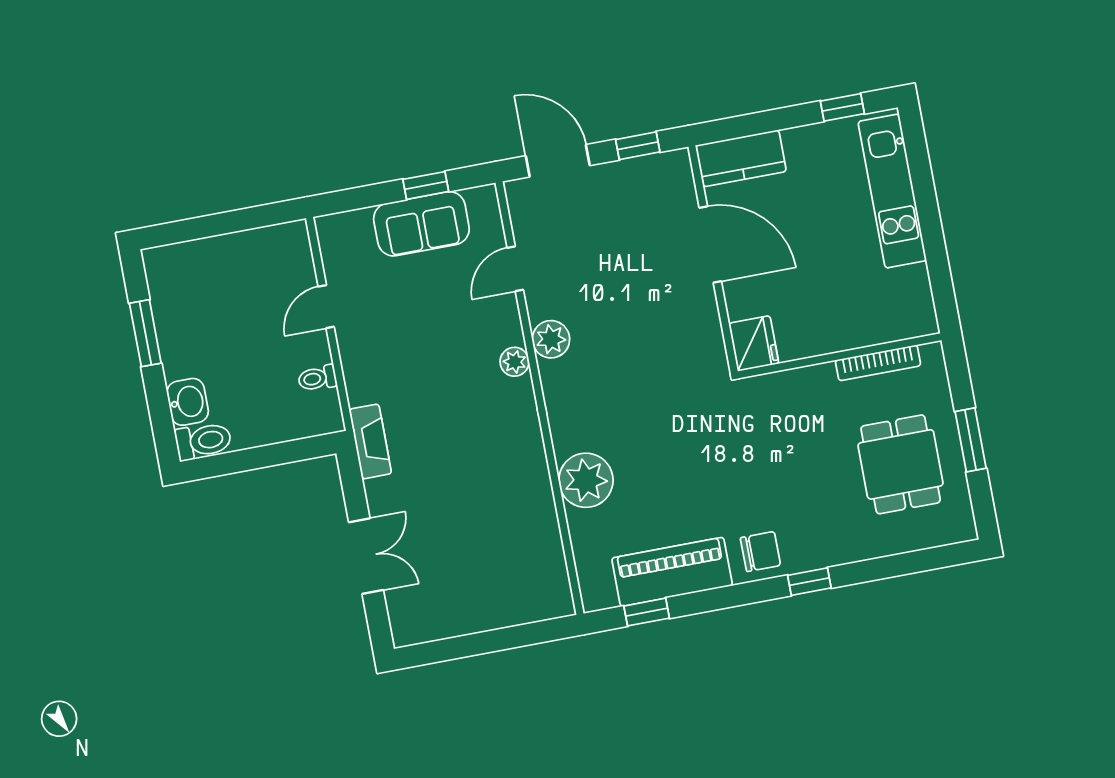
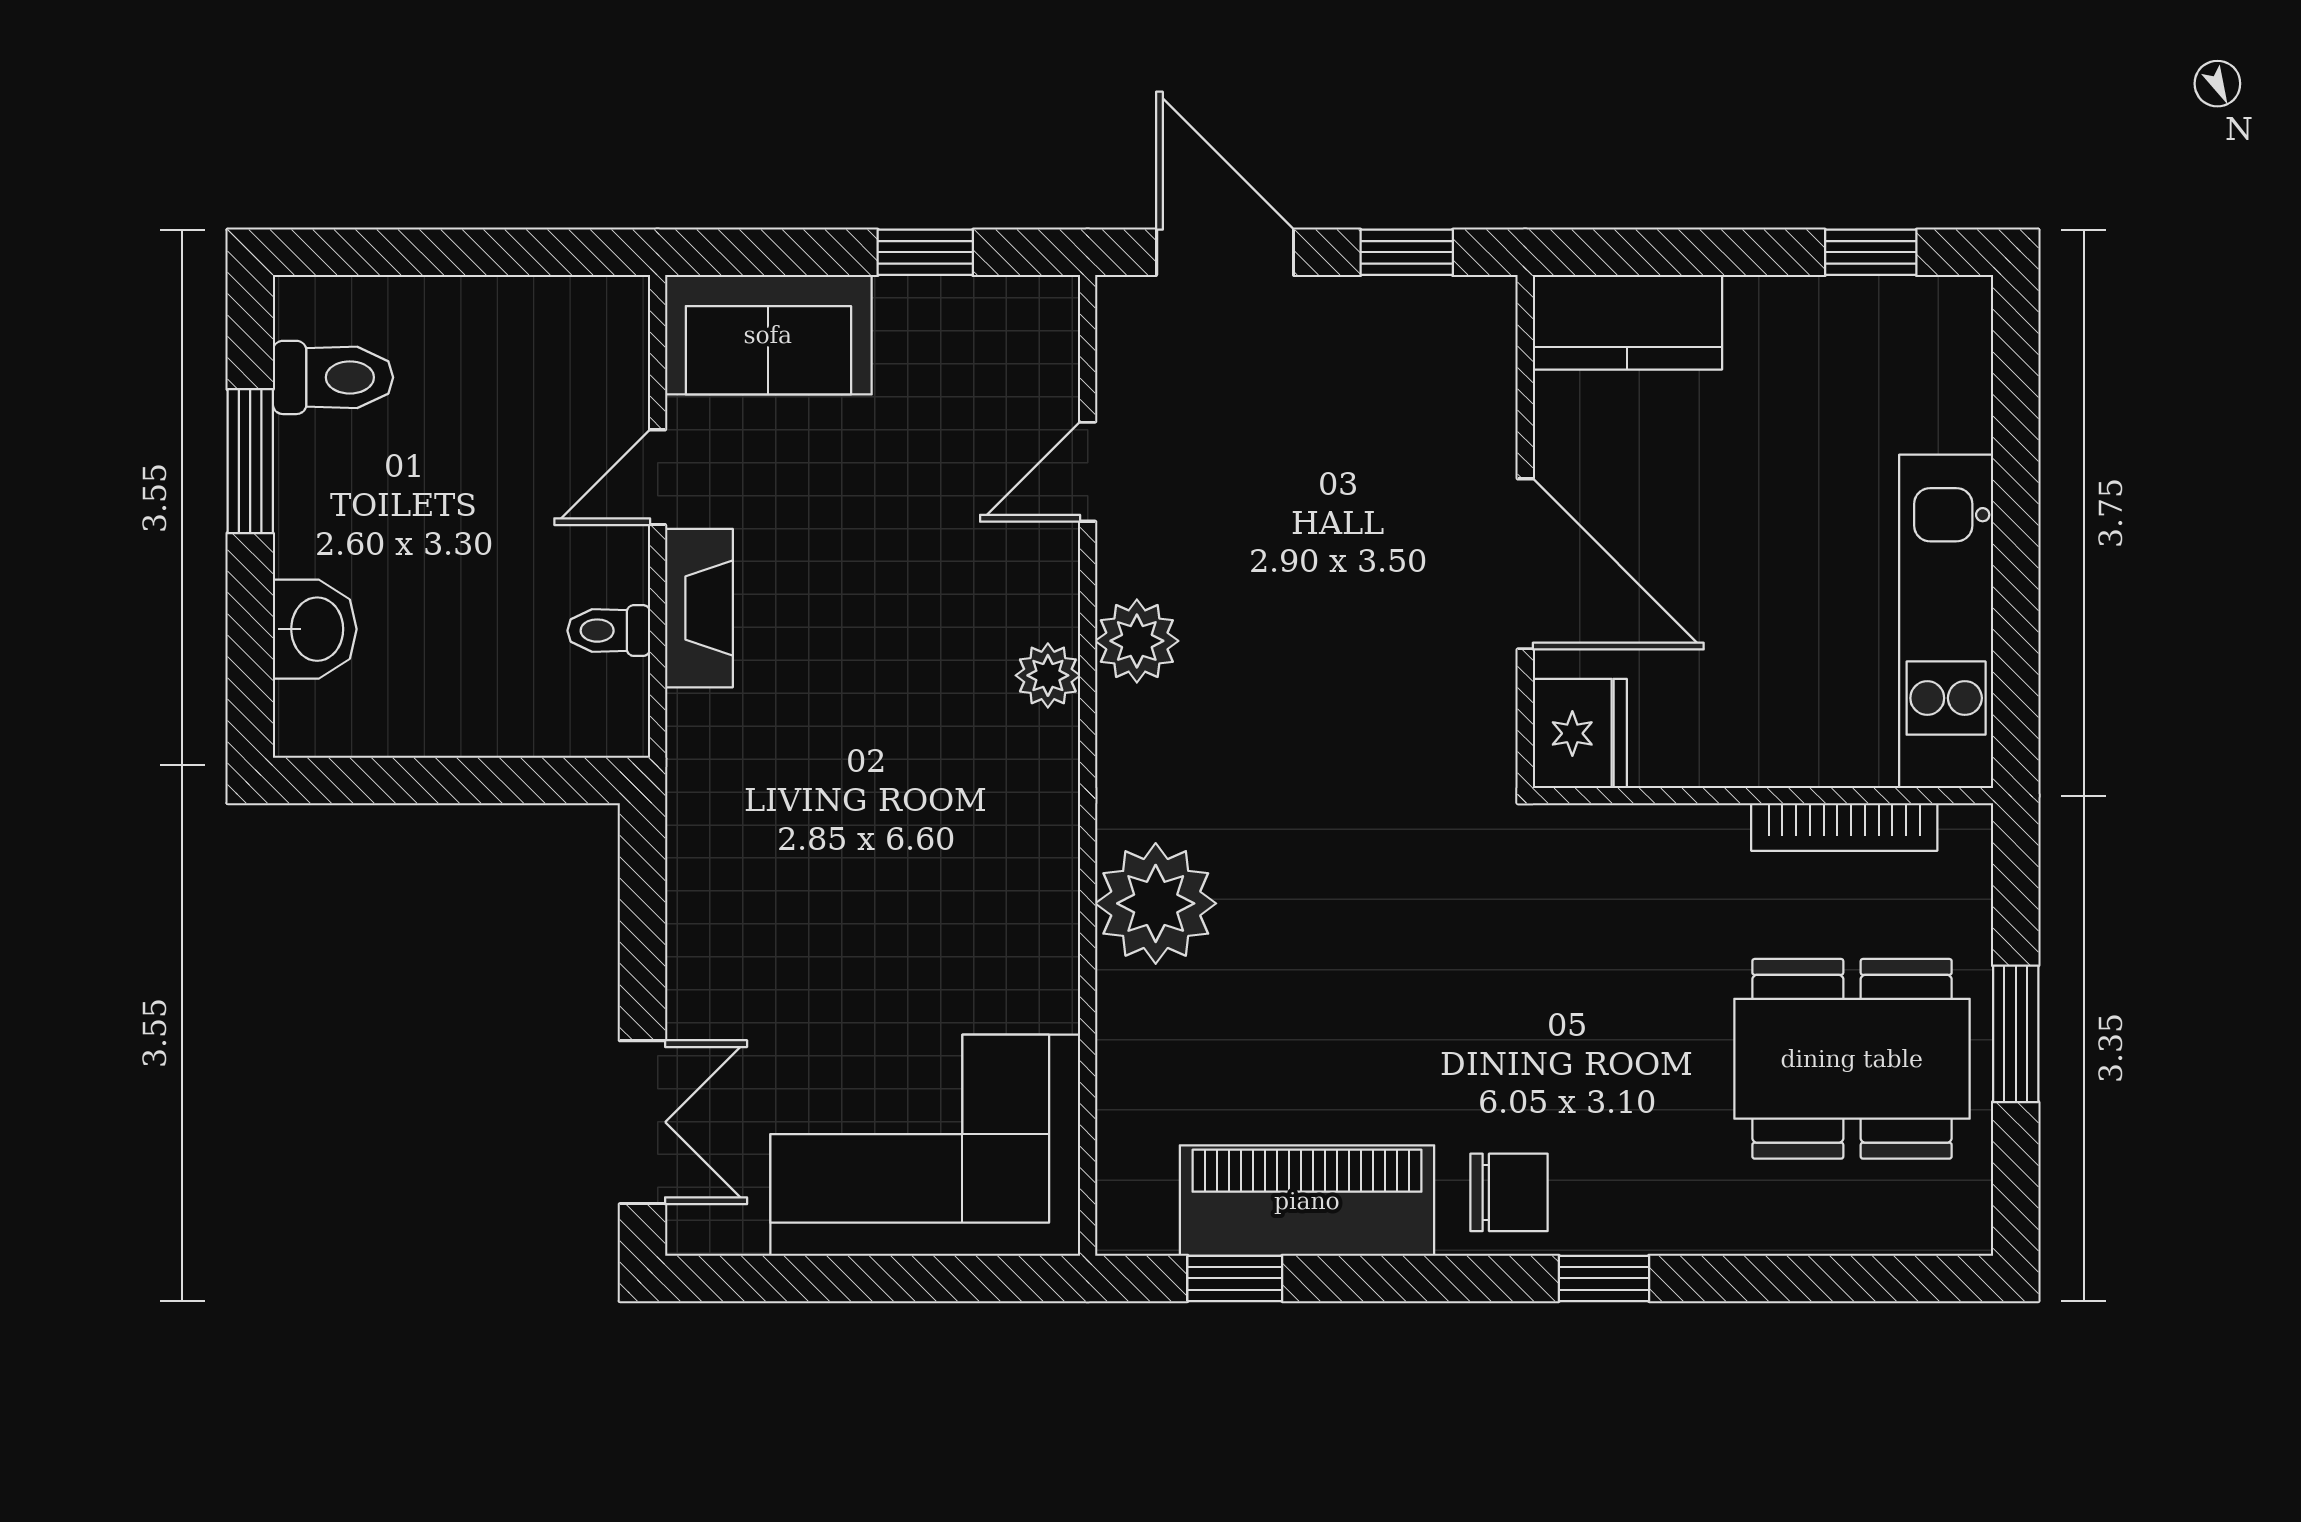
kitchen unit: (892, 191) -> (1946, 621), moved
sofa: (421, 224) -> (768, 335), moved
door: (710, 245) -> (1525, 564), moved
toilet: (203, 441) -> (333, 377), moved
fireplace: (370, 441) -> (699, 608), moved
dining table: (901, 464) -> (1852, 1059), width x1.37
plant: (586, 480) -> (1156, 903), moved
double door: (366, 556) -> (642, 1122), moved
corner sofa: (499, 579) -> (925, 1145), added

